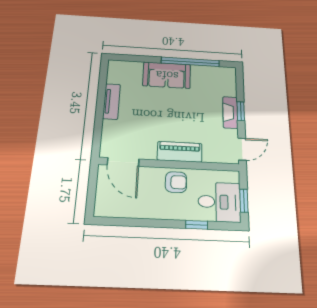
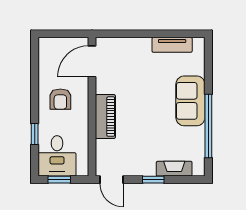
tv unit: (112, 101) -> (172, 45), moved
fireplace: (230, 112) -> (174, 169), moved
armchair: (176, 182) -> (60, 99), moved

